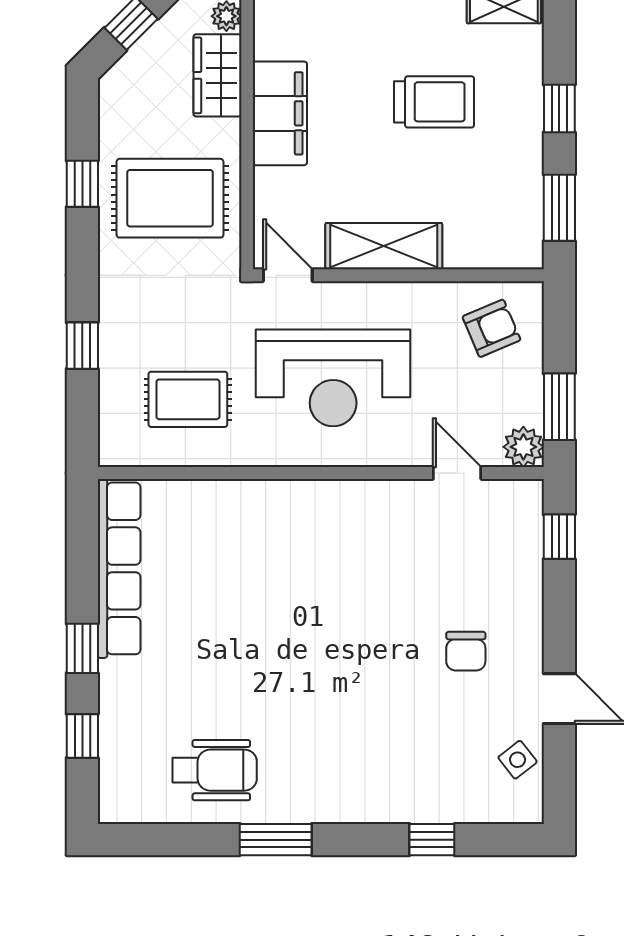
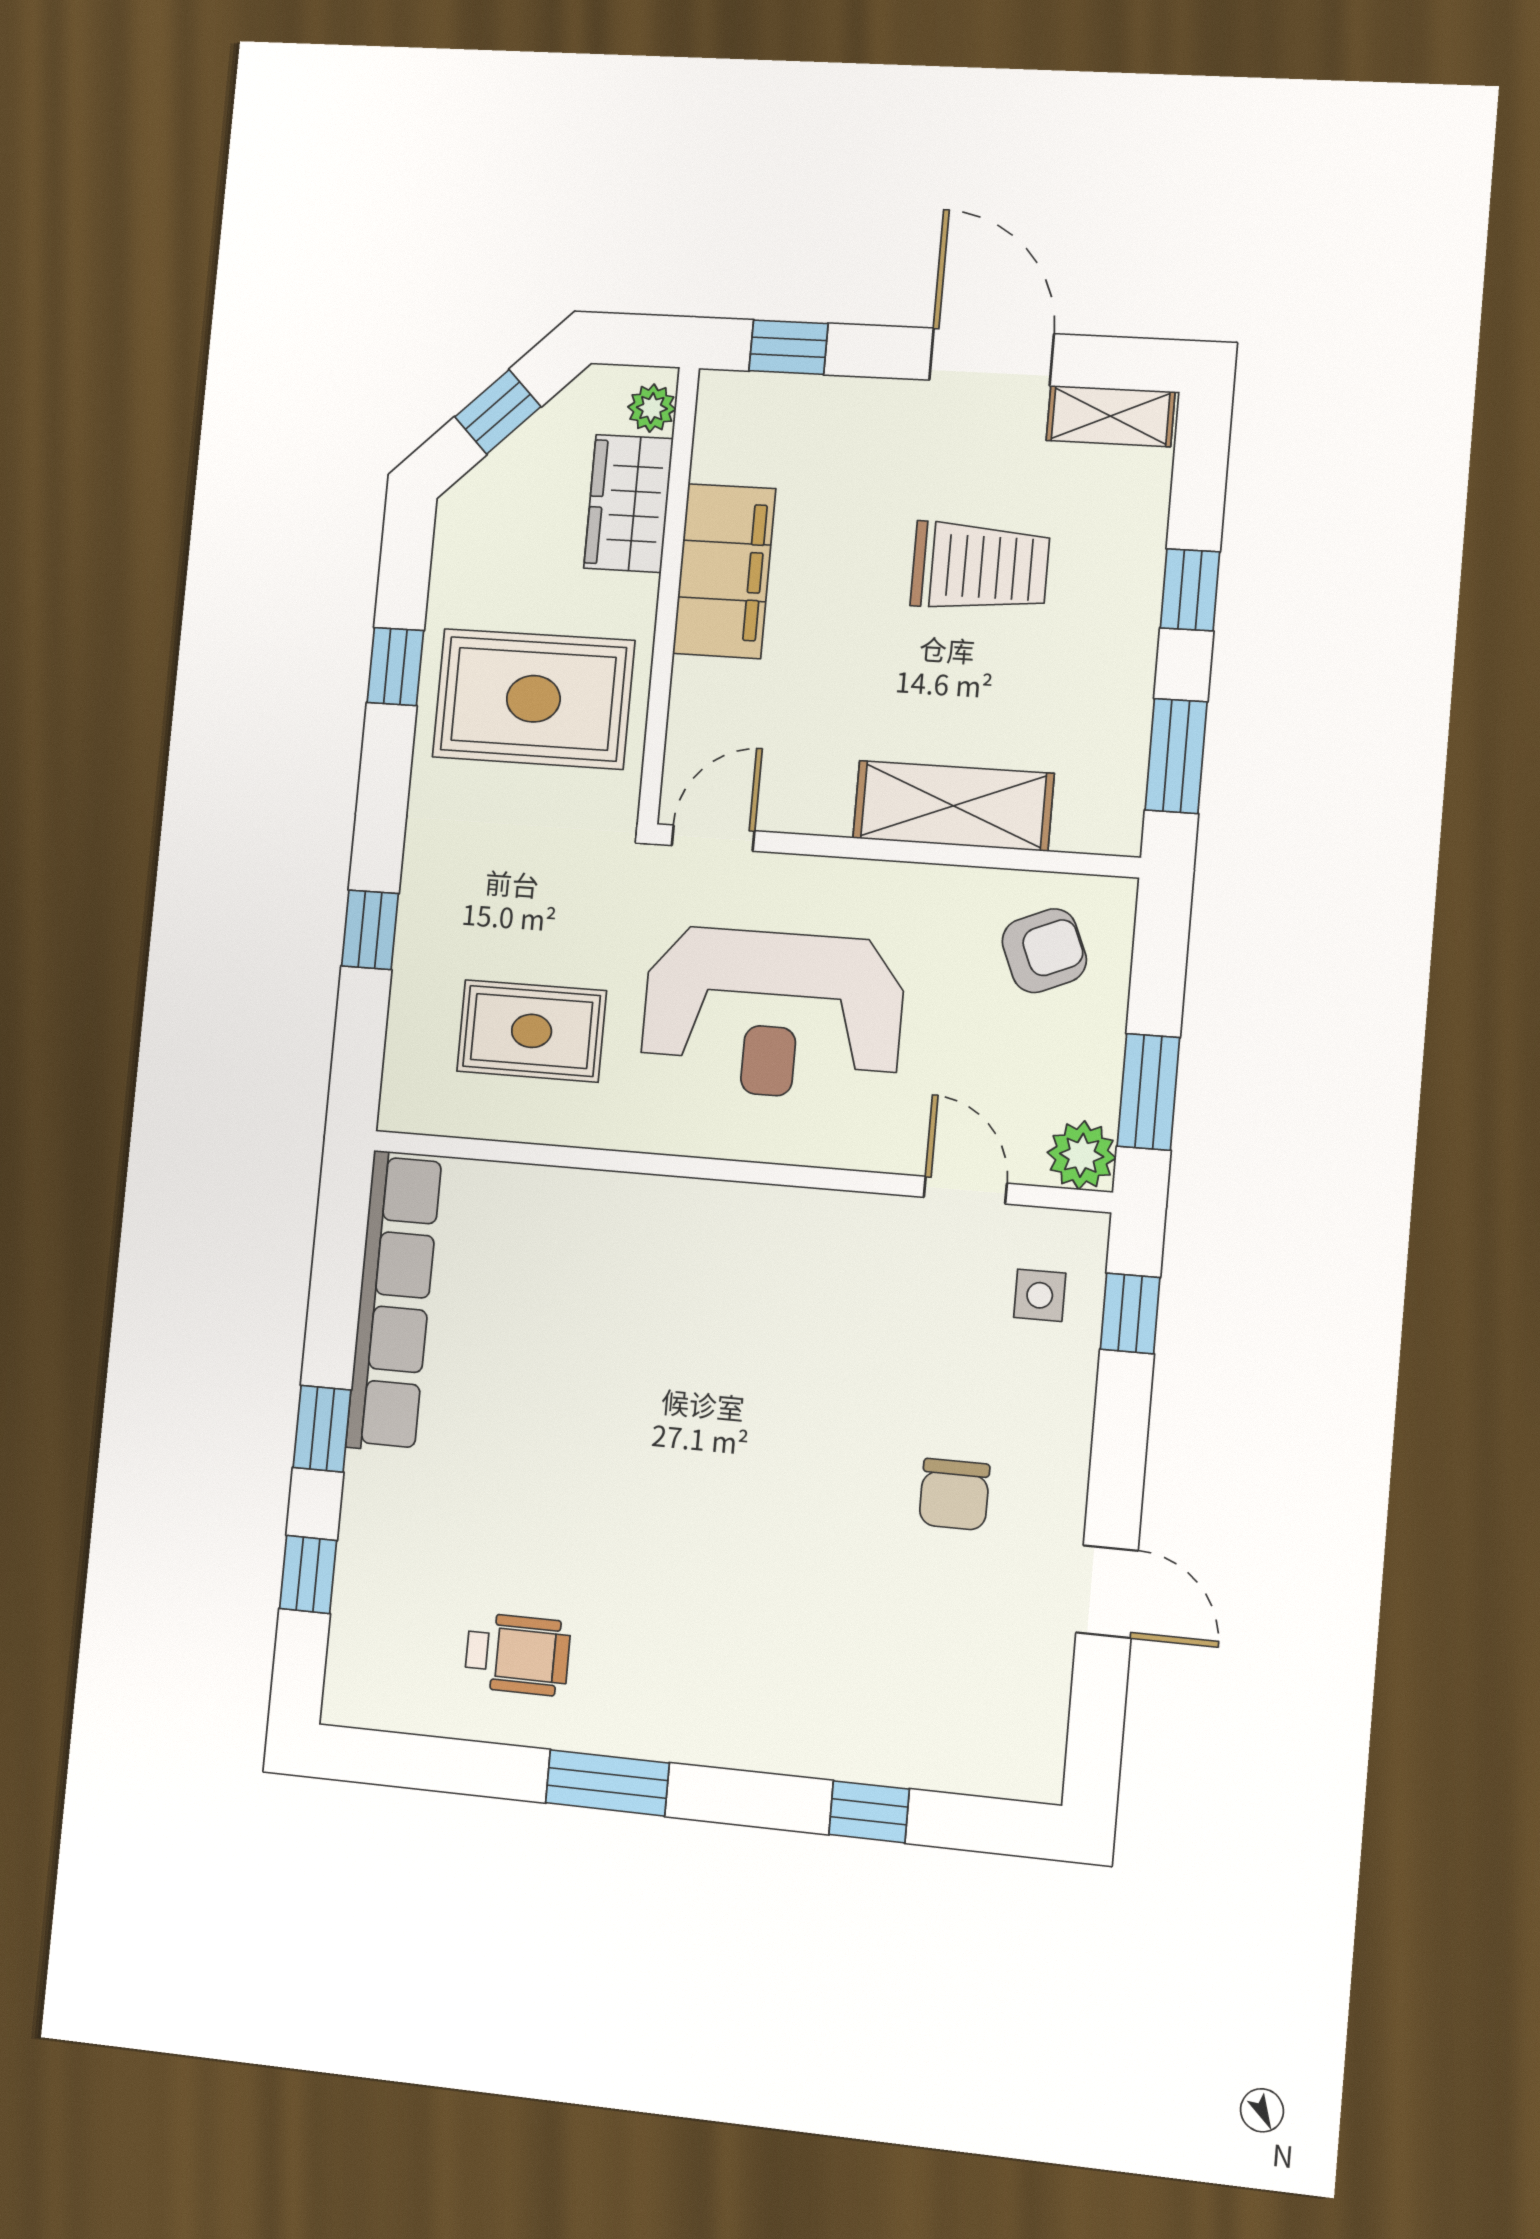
shelving: (384, 246) -> (953, 806), moved
door: (288, 275) -> (713, 838), hinge flipped
side table: (518, 760) -> (1040, 1295), moved, turned 38
wheelchair: (215, 770) -> (517, 1654), width x0.73, depth x0.73

